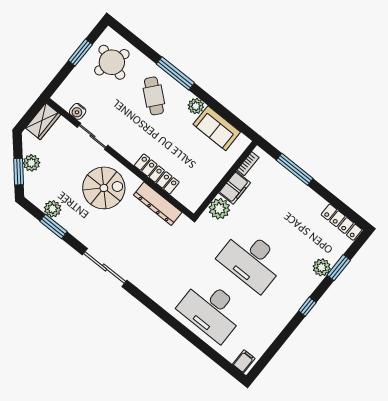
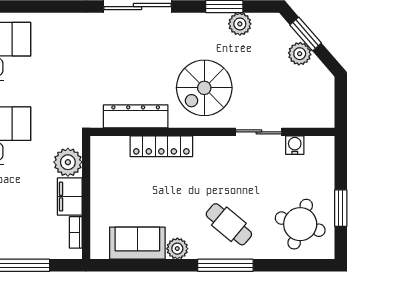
wardrobe: (43, 121) -> (322, 106), removed

